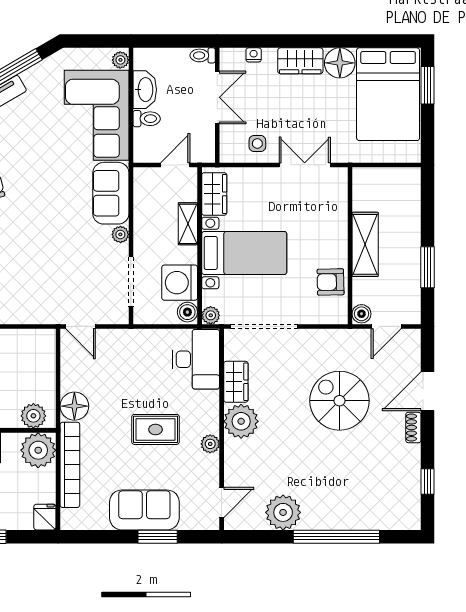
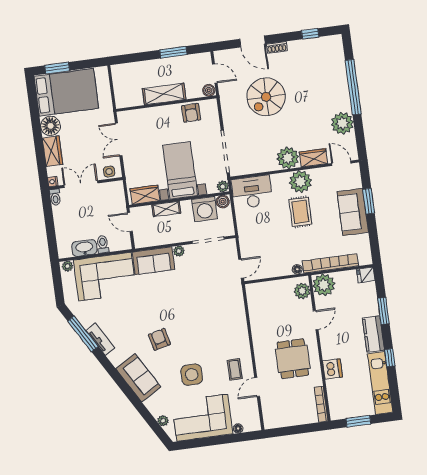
toilet: (203, 55) -> (55, 197), moved
double door: (217, 97) -> (81, 184), moved
wall: (217, 105) -> (86, 183), moved
wardrobe: (236, 382) -> (313, 158), moved
floor lamp: (74, 406) -> (297, 269), width x0.53, depth x0.53
plant: (210, 444) -> (300, 182), width x1.88, depth x1.88

